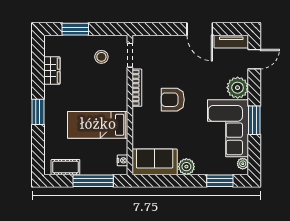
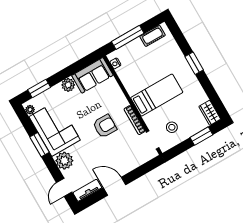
wardrobe: (52, 71) -> (210, 113), moved
bed: (98, 125) -> (157, 95), moved

